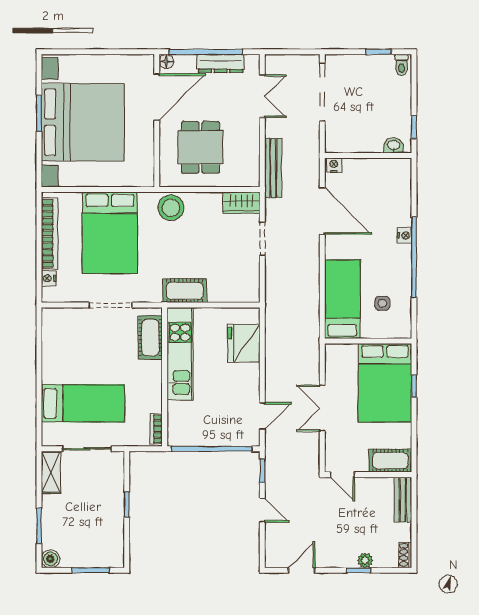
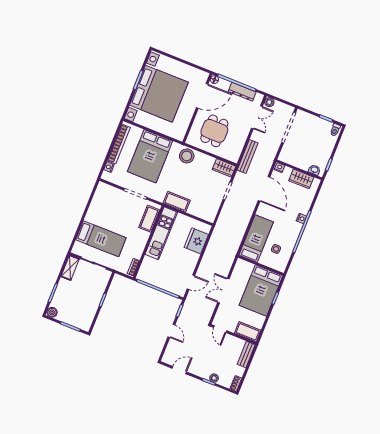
plant: (273, 63) -> (269, 102), added
wardrobe: (378, 169) -> (301, 179), added

